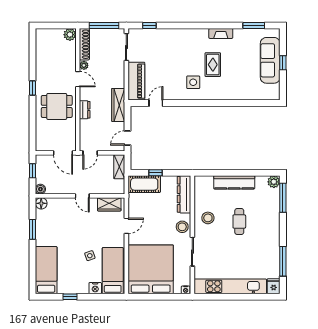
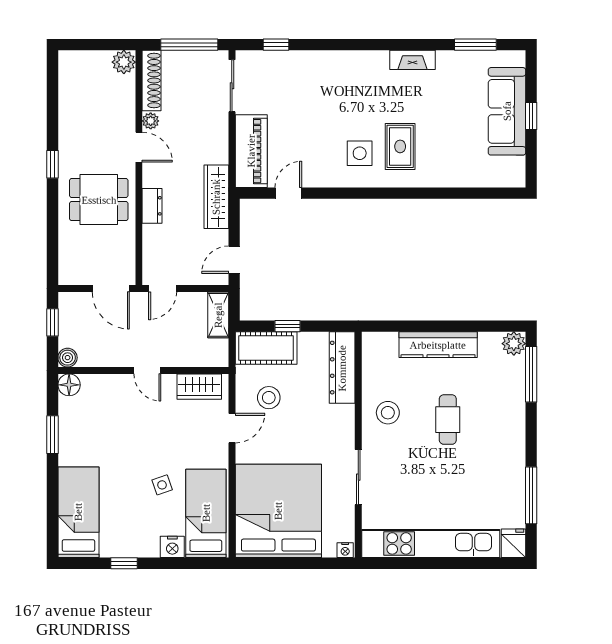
rug: (213, 65) -> (400, 146), moved
stool: (182, 227) -> (269, 398), moved

